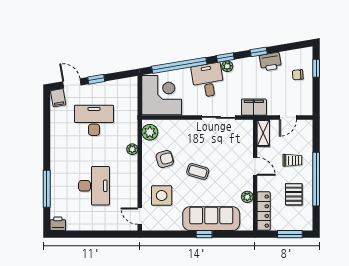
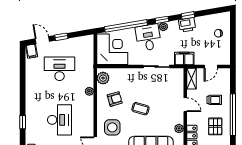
printer: (270, 62) -> (187, 25), moved
window: (316, 68) -> (233, 28), removed
window: (47, 189) -> (23, 122), width x0.46

